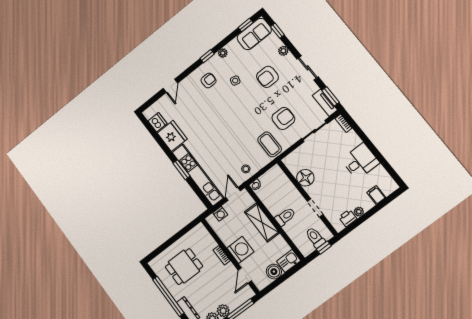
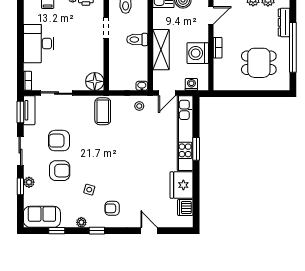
window: (246, 25) -> (57, 231), moved
window: (277, 31) -> (20, 186), moved
door: (170, 86) -> (149, 231), hinge flipped
armchair: (283, 118) -> (59, 141), moved
desk: (360, 161) -> (39, 44), width x1.37
floor lamp: (305, 178) -> (95, 81), moved
washing machine: (240, 250) -> (198, 53), moved

